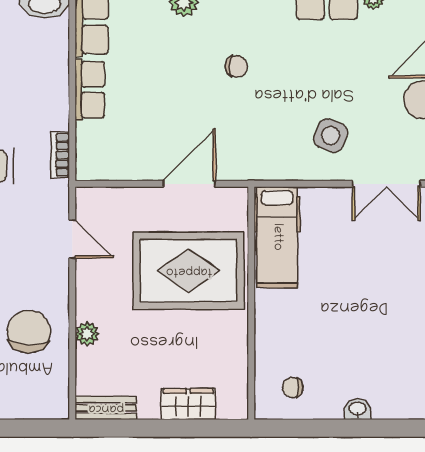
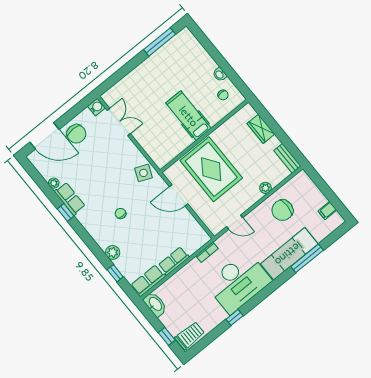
side table: (331, 136) -> (143, 173), moved
hospital bed: (277, 237) -> (189, 116), moved, turned -90
door: (72, 239) -> (235, 222), swing flipped
washbasin: (358, 409) -> (220, 74), moved

